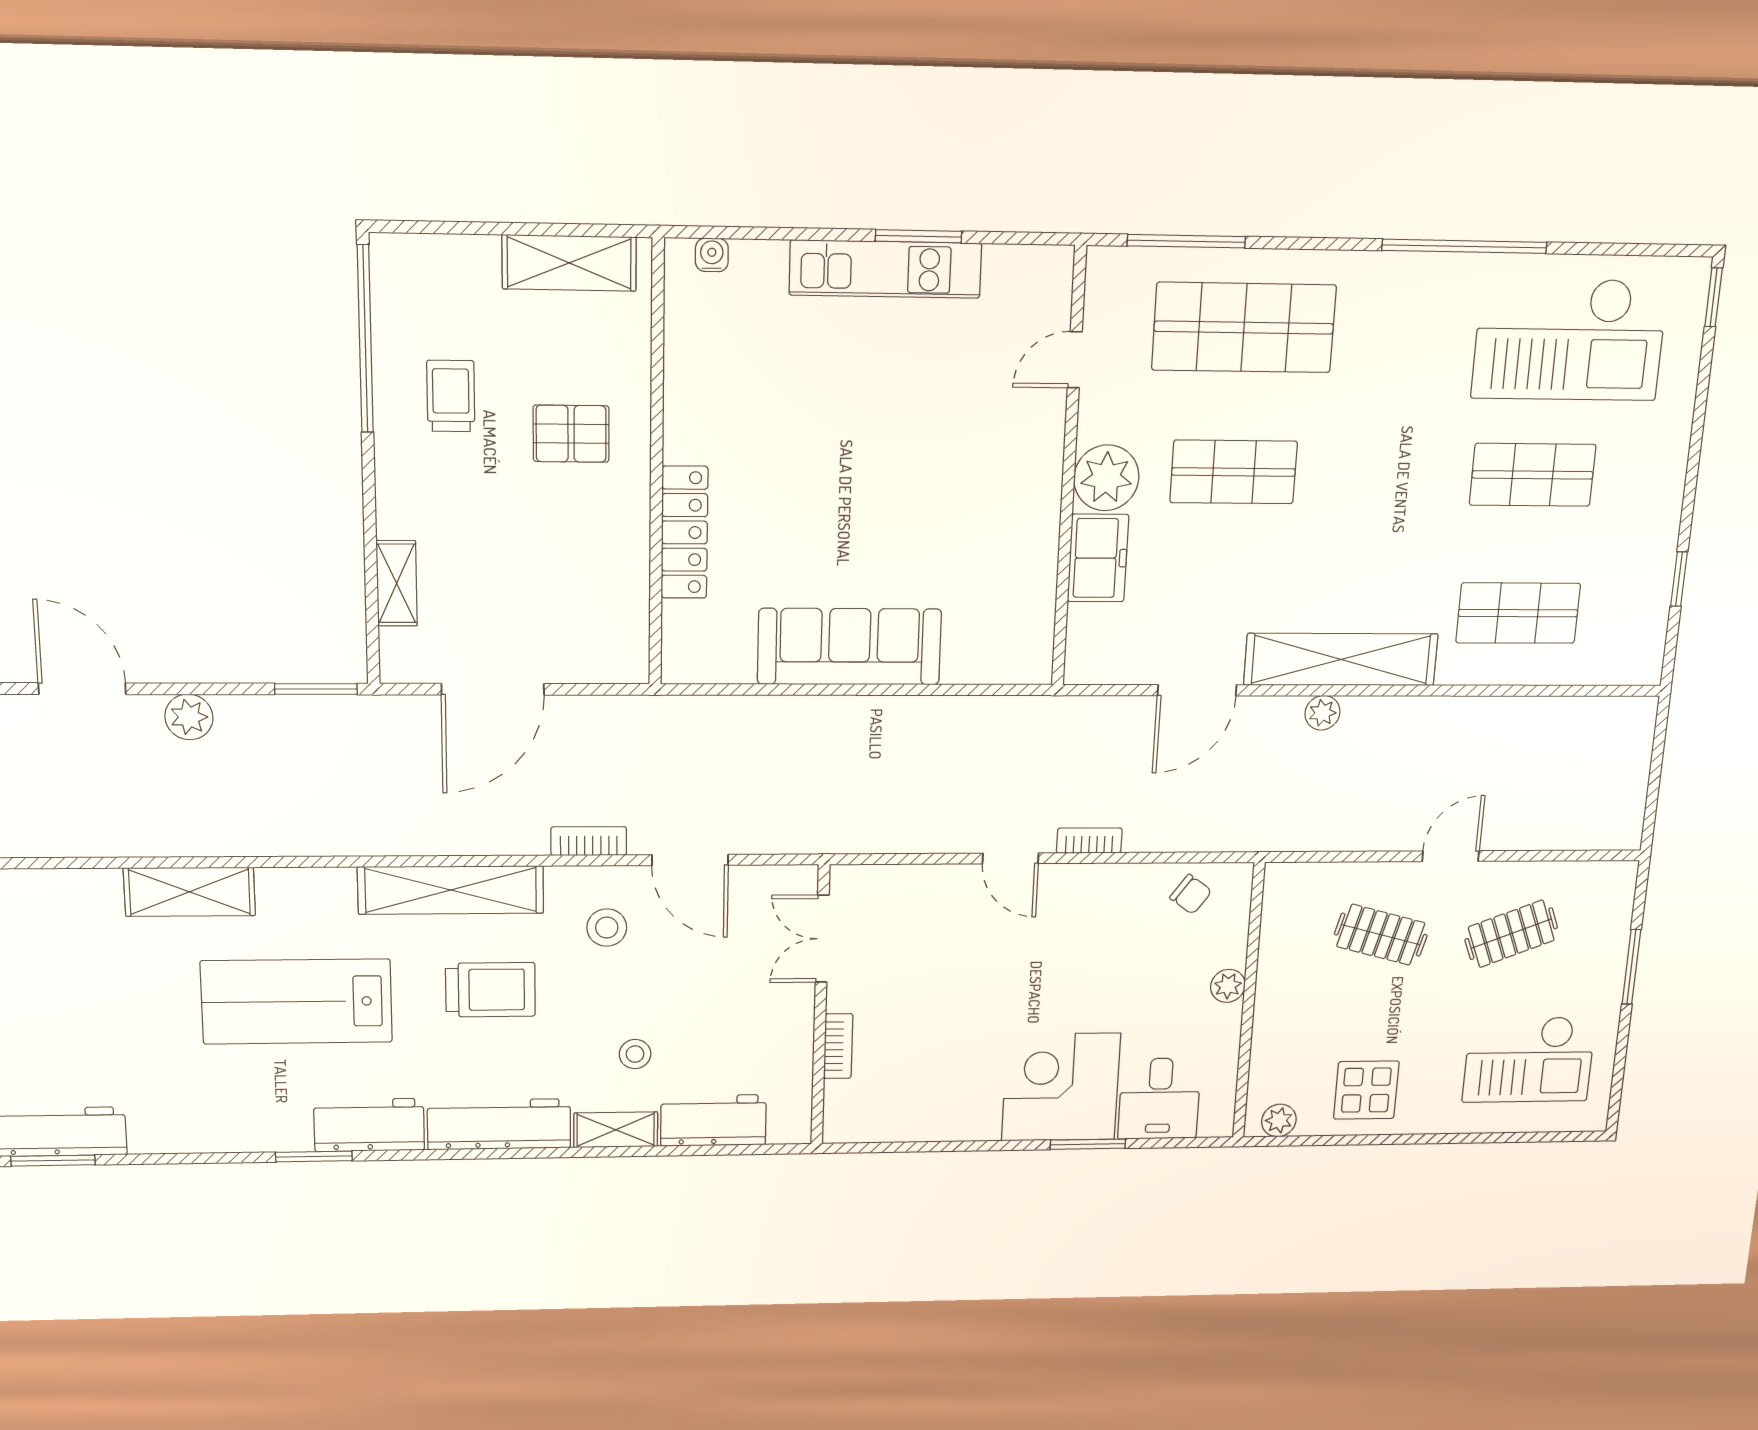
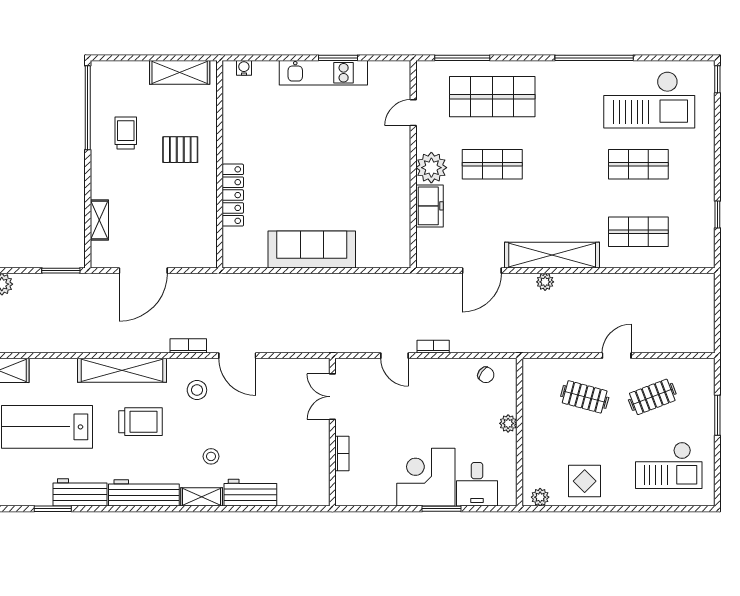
double door: (822, 939) -> (332, 397), moved
wall: (820, 1006) -> (332, 432), moved
bookcase: (838, 1046) -> (342, 453), moved

